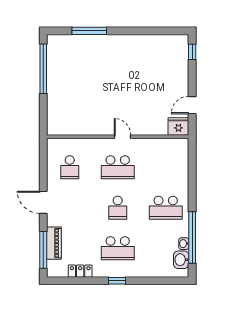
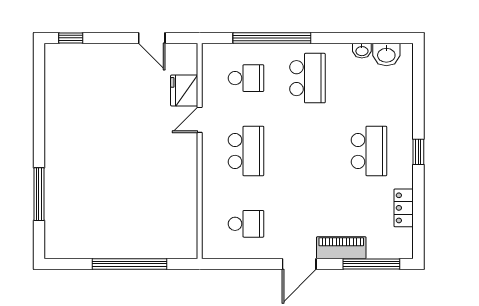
window: (43, 69) -> (129, 264), moved
fridge: (178, 127) -> (184, 91), moved
door: (123, 137) -> (200, 120), moved
school desk: (118, 208) -> (246, 78), moved
window: (192, 237) -> (272, 38), moved
piano: (54, 243) -> (341, 248), moved

